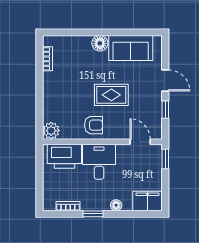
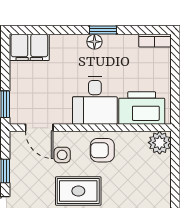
side table: (123, 122) -> (62, 155), added
floor lamp: (116, 205) -> (94, 42), moved
bookcase: (68, 206) -> (155, 41), moved

